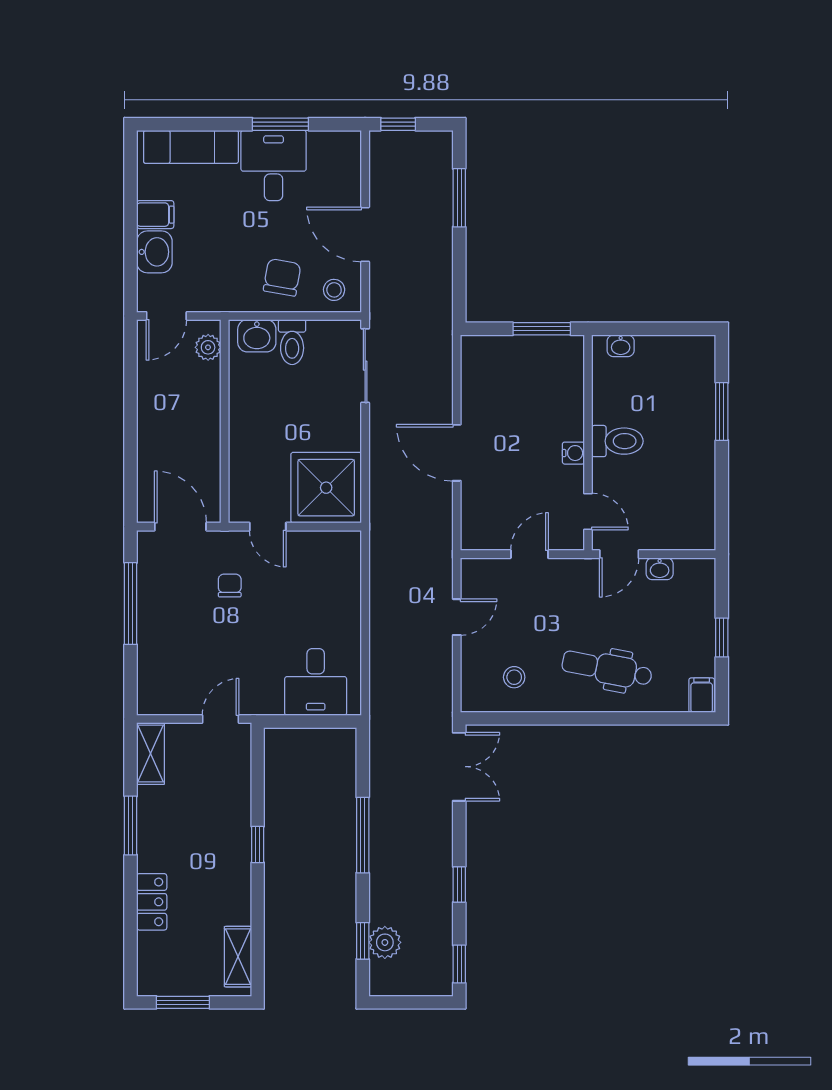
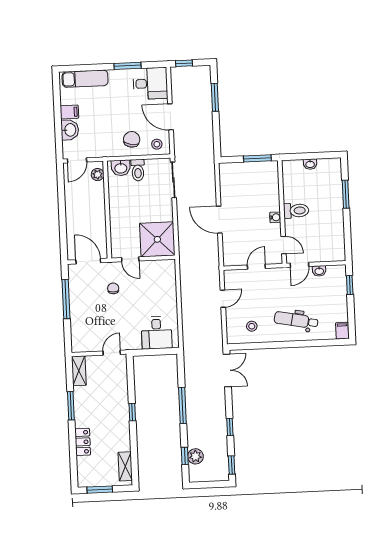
desk: (274, 165) -> (150, 83), moved, turned 90
washbasin: (621, 346) -> (310, 164), moved
window: (722, 638) -> (350, 285), moved

